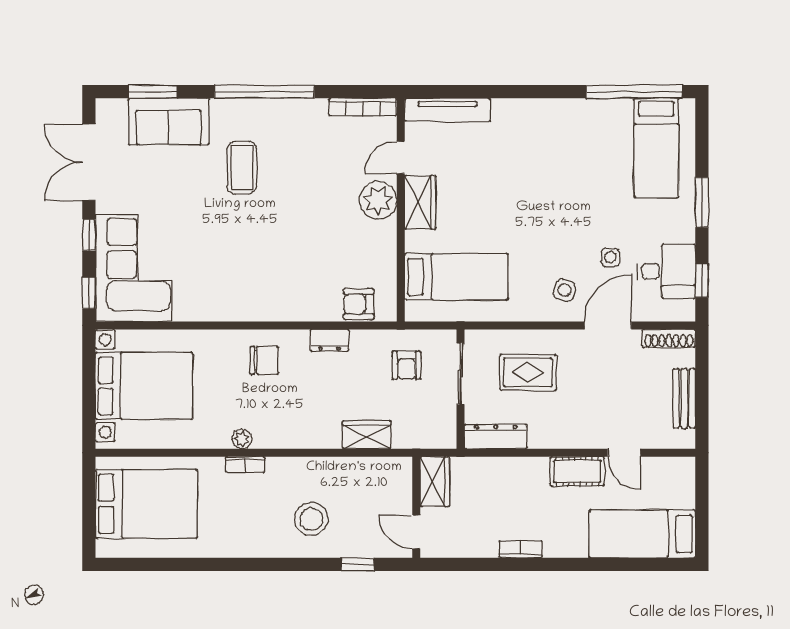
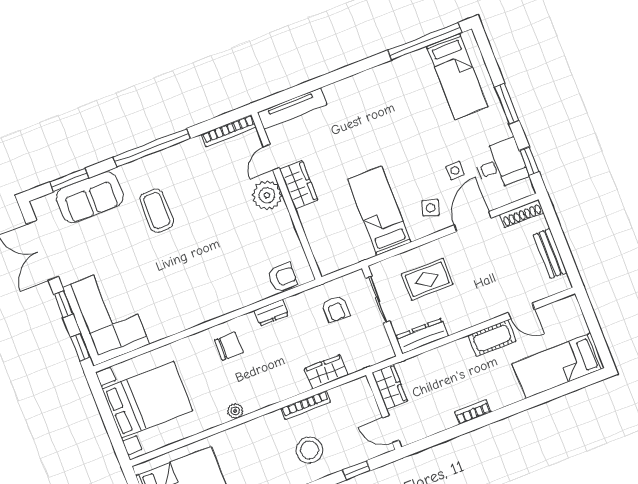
bed: (456, 277) -> (379, 211), moved, turned -90
armchair: (359, 304) -> (283, 278), turned 180
bookcase: (245, 464) -> (306, 405), moved, width x1.56

